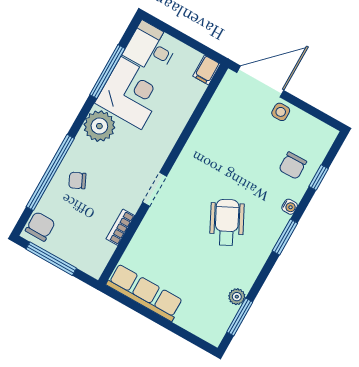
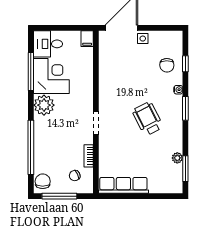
chair: (77, 181) -> (75, 176), moved

